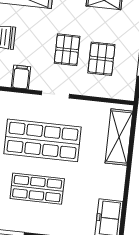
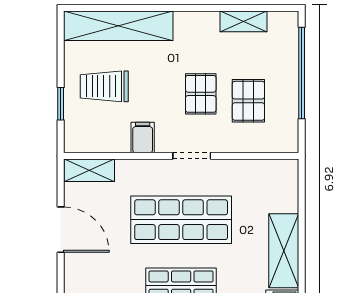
shelving: (119, 137) -> (284, 251), moved

